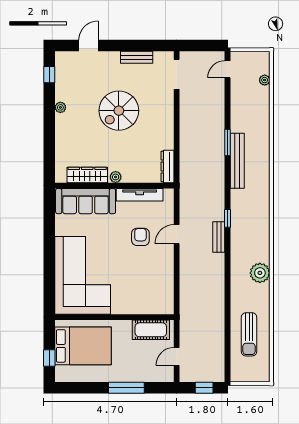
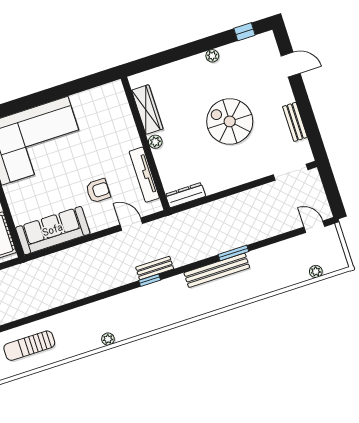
sofa: (86, 201) -> (53, 231), moved, turned 90
door: (177, 234) -> (131, 224), moved
bench: (219, 237) -> (155, 268), moved
plant: (260, 273) -> (108, 339), width x0.53, depth x0.53

